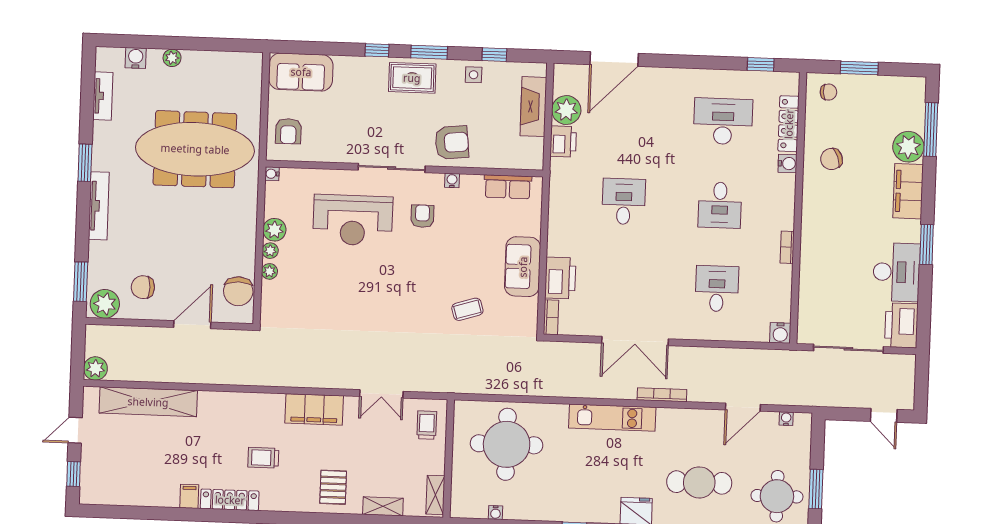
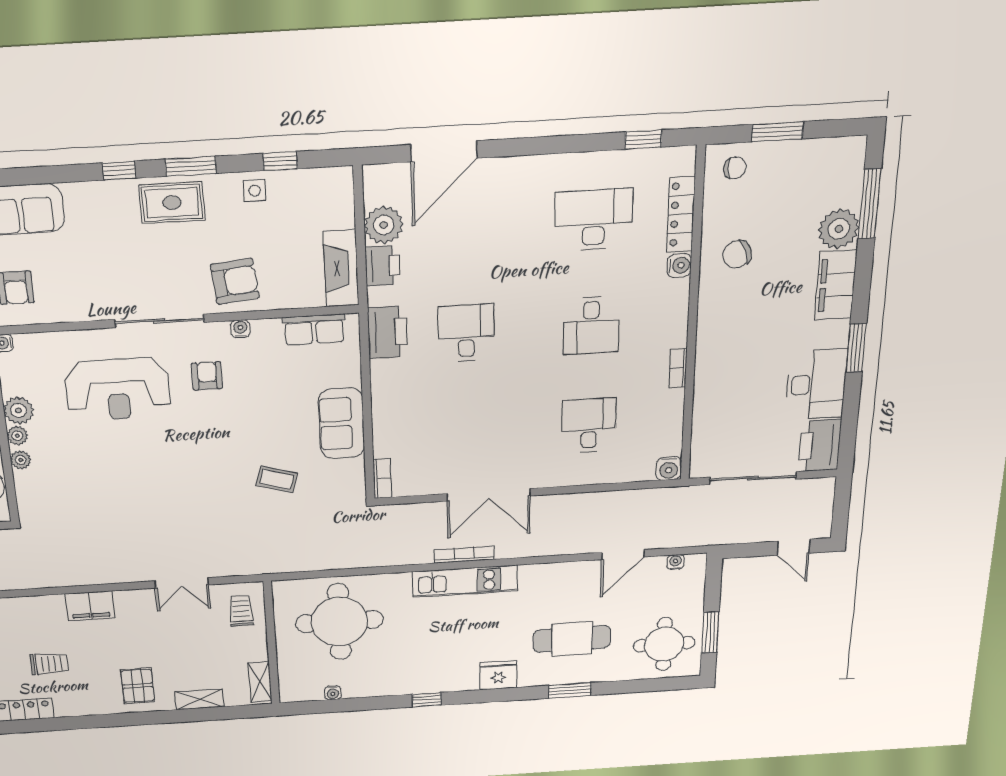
fireplace: (533, 107) -> (341, 268), moved
printer: (560, 278) -> (387, 332), moved
coffee table: (467, 309) -> (277, 479), turned 34
bookcase: (662, 395) -> (464, 555), moved
filing cabinet: (314, 409) -> (90, 606), width x0.67, depth x0.86
trolley: (263, 458) -> (49, 664), turned 180

